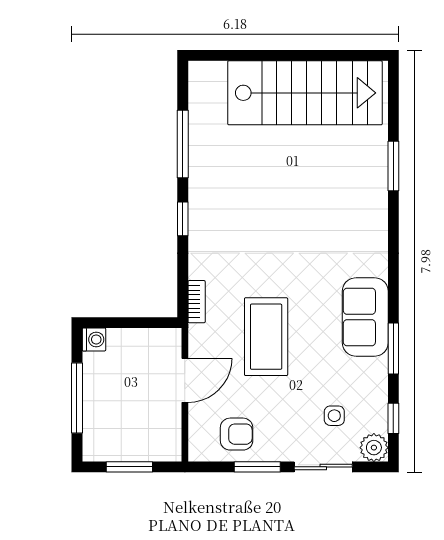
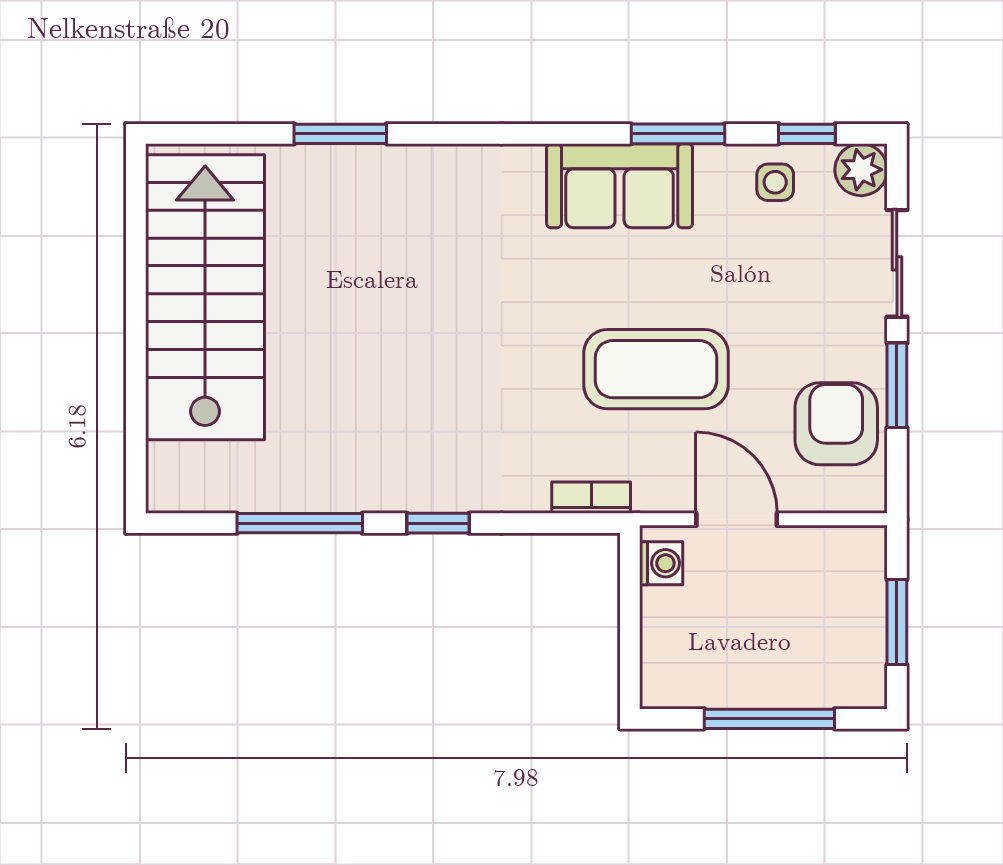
washing machine: (94, 339) -> (661, 563), moved, turned 90
side table: (334, 416) -> (775, 182), moved
armchair: (237, 434) -> (836, 424), width x1.38, depth x1.38

